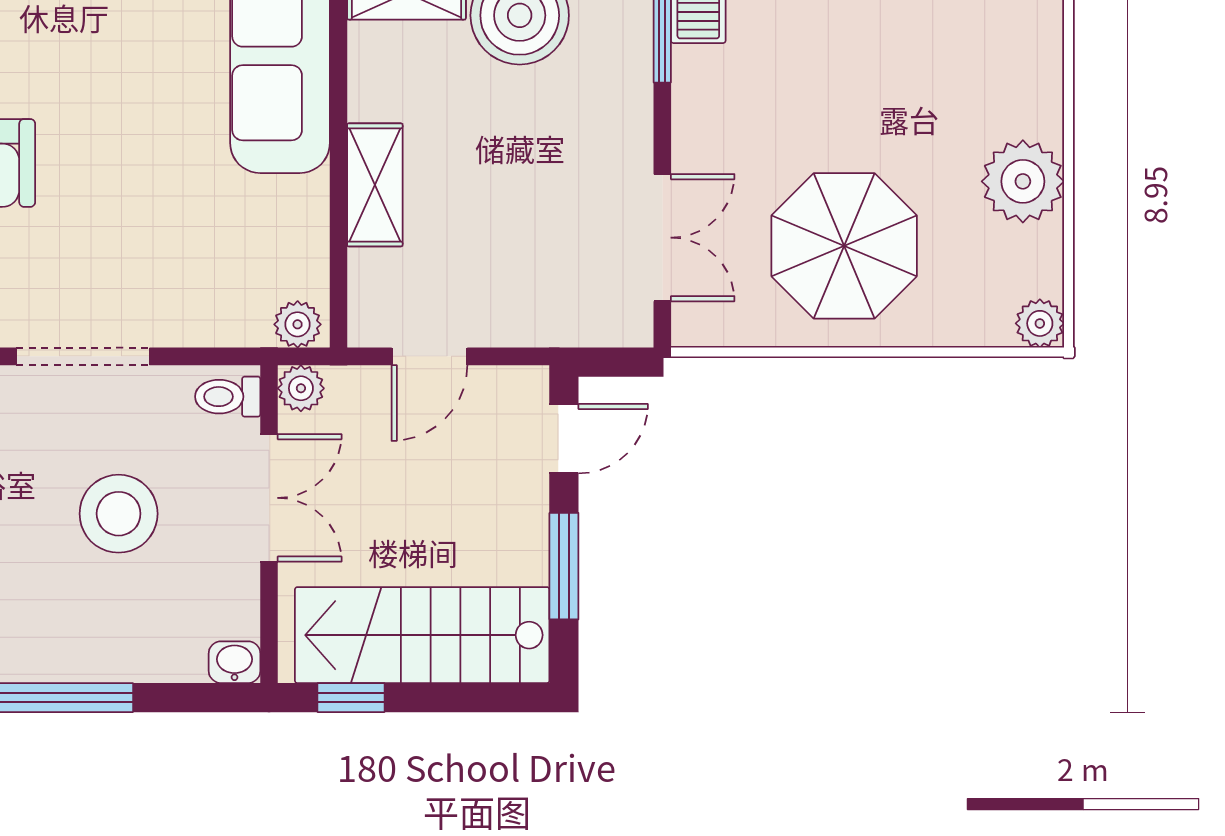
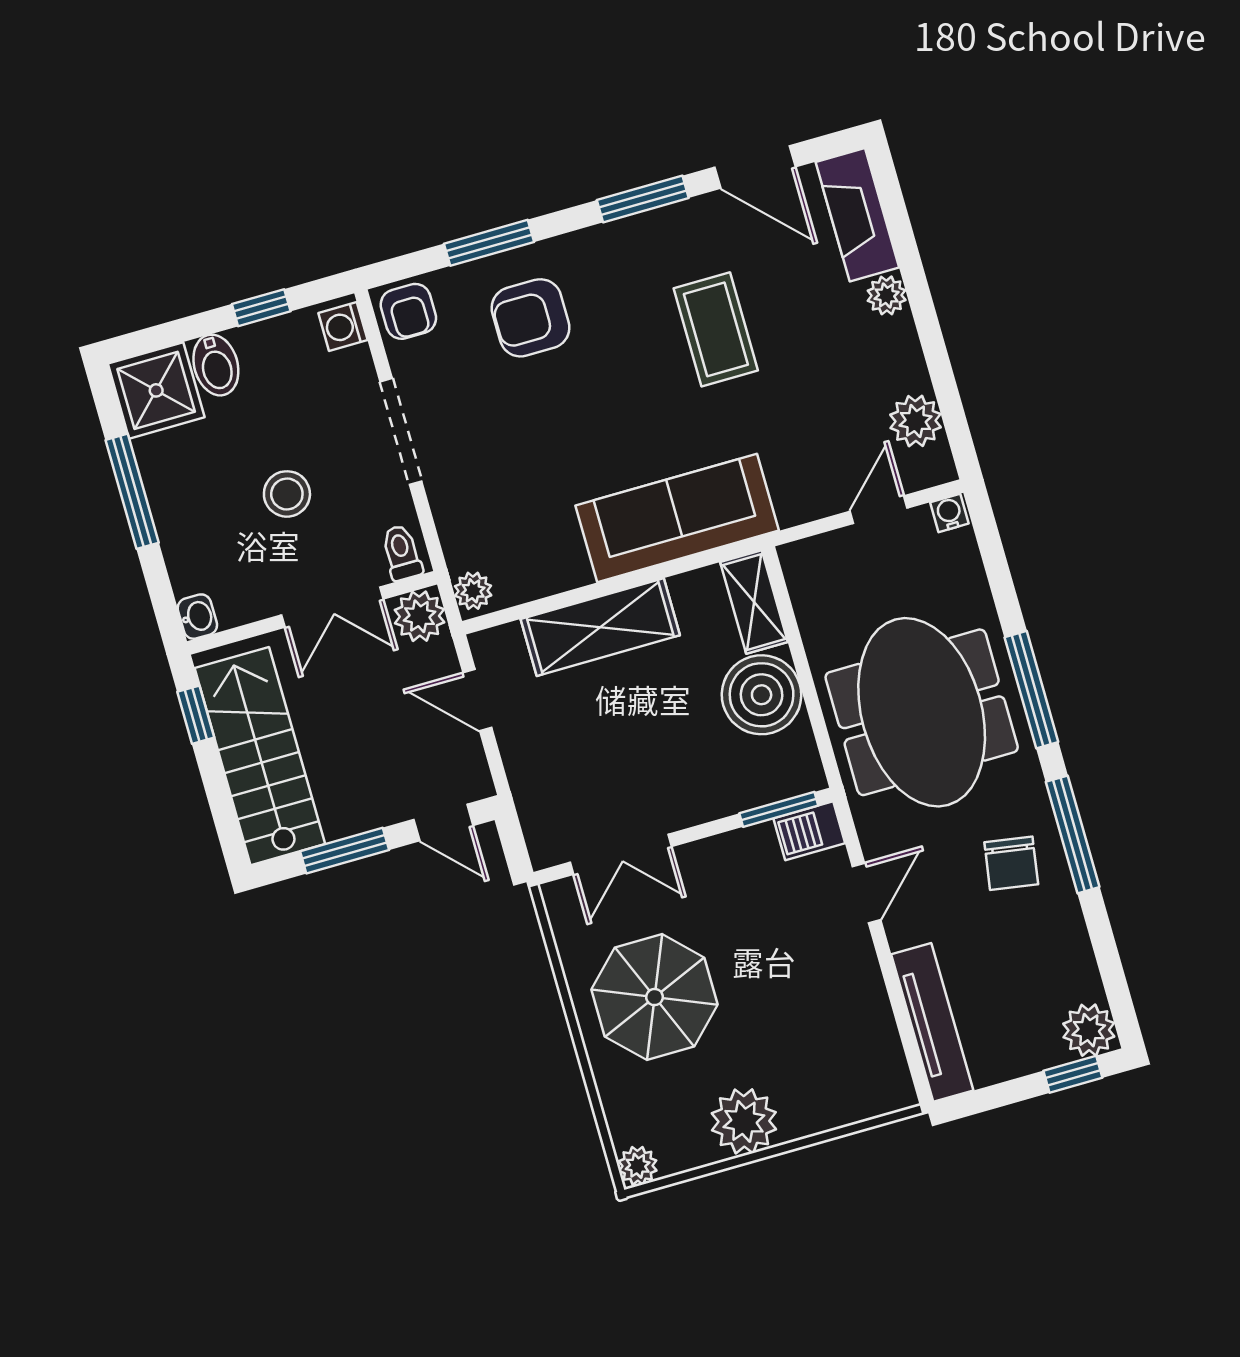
shelving: (375, 185) -> (600, 627), width x1.50, depth x1.33
plant: (301, 388) -> (419, 616), width x1.38, depth x1.38
stool: (119, 514) -> (287, 494), width x0.73, depth x0.73

